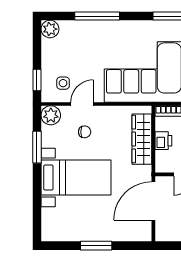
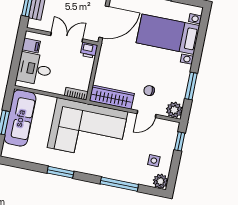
side table: (63, 83) -> (154, 161), moved
wardrobe: (142, 139) -> (112, 97), moved, turned -90
printer: (163, 141) -> (89, 50), moved, turned -90
bed with nightstands: (76, 178) -> (168, 34), moved

